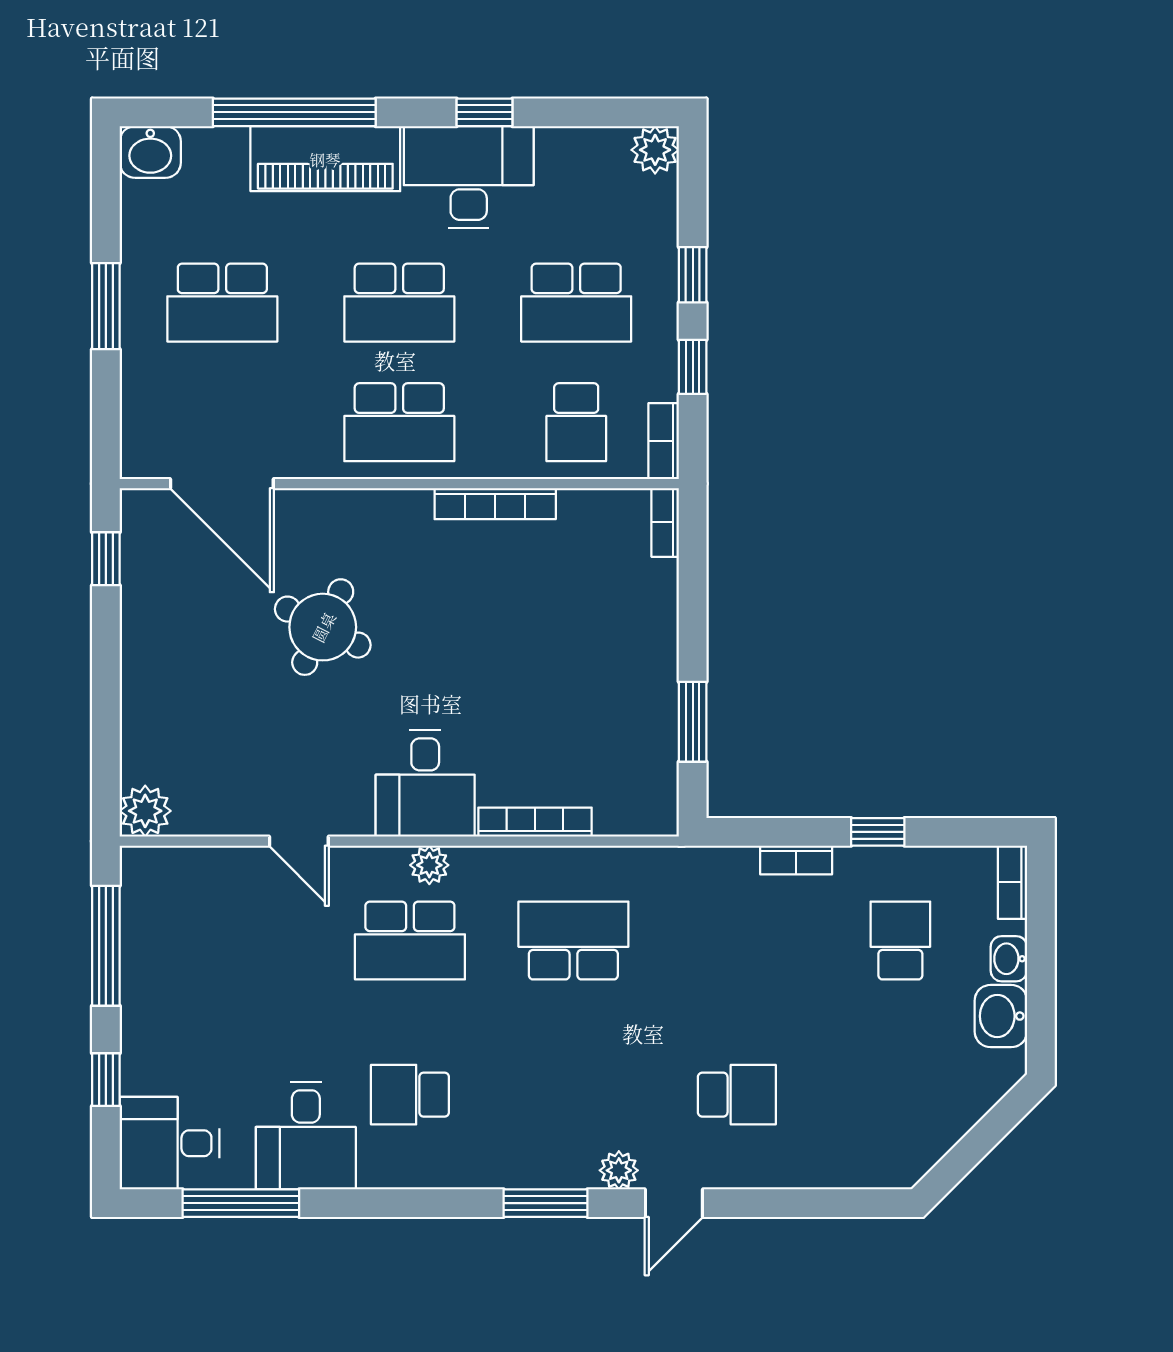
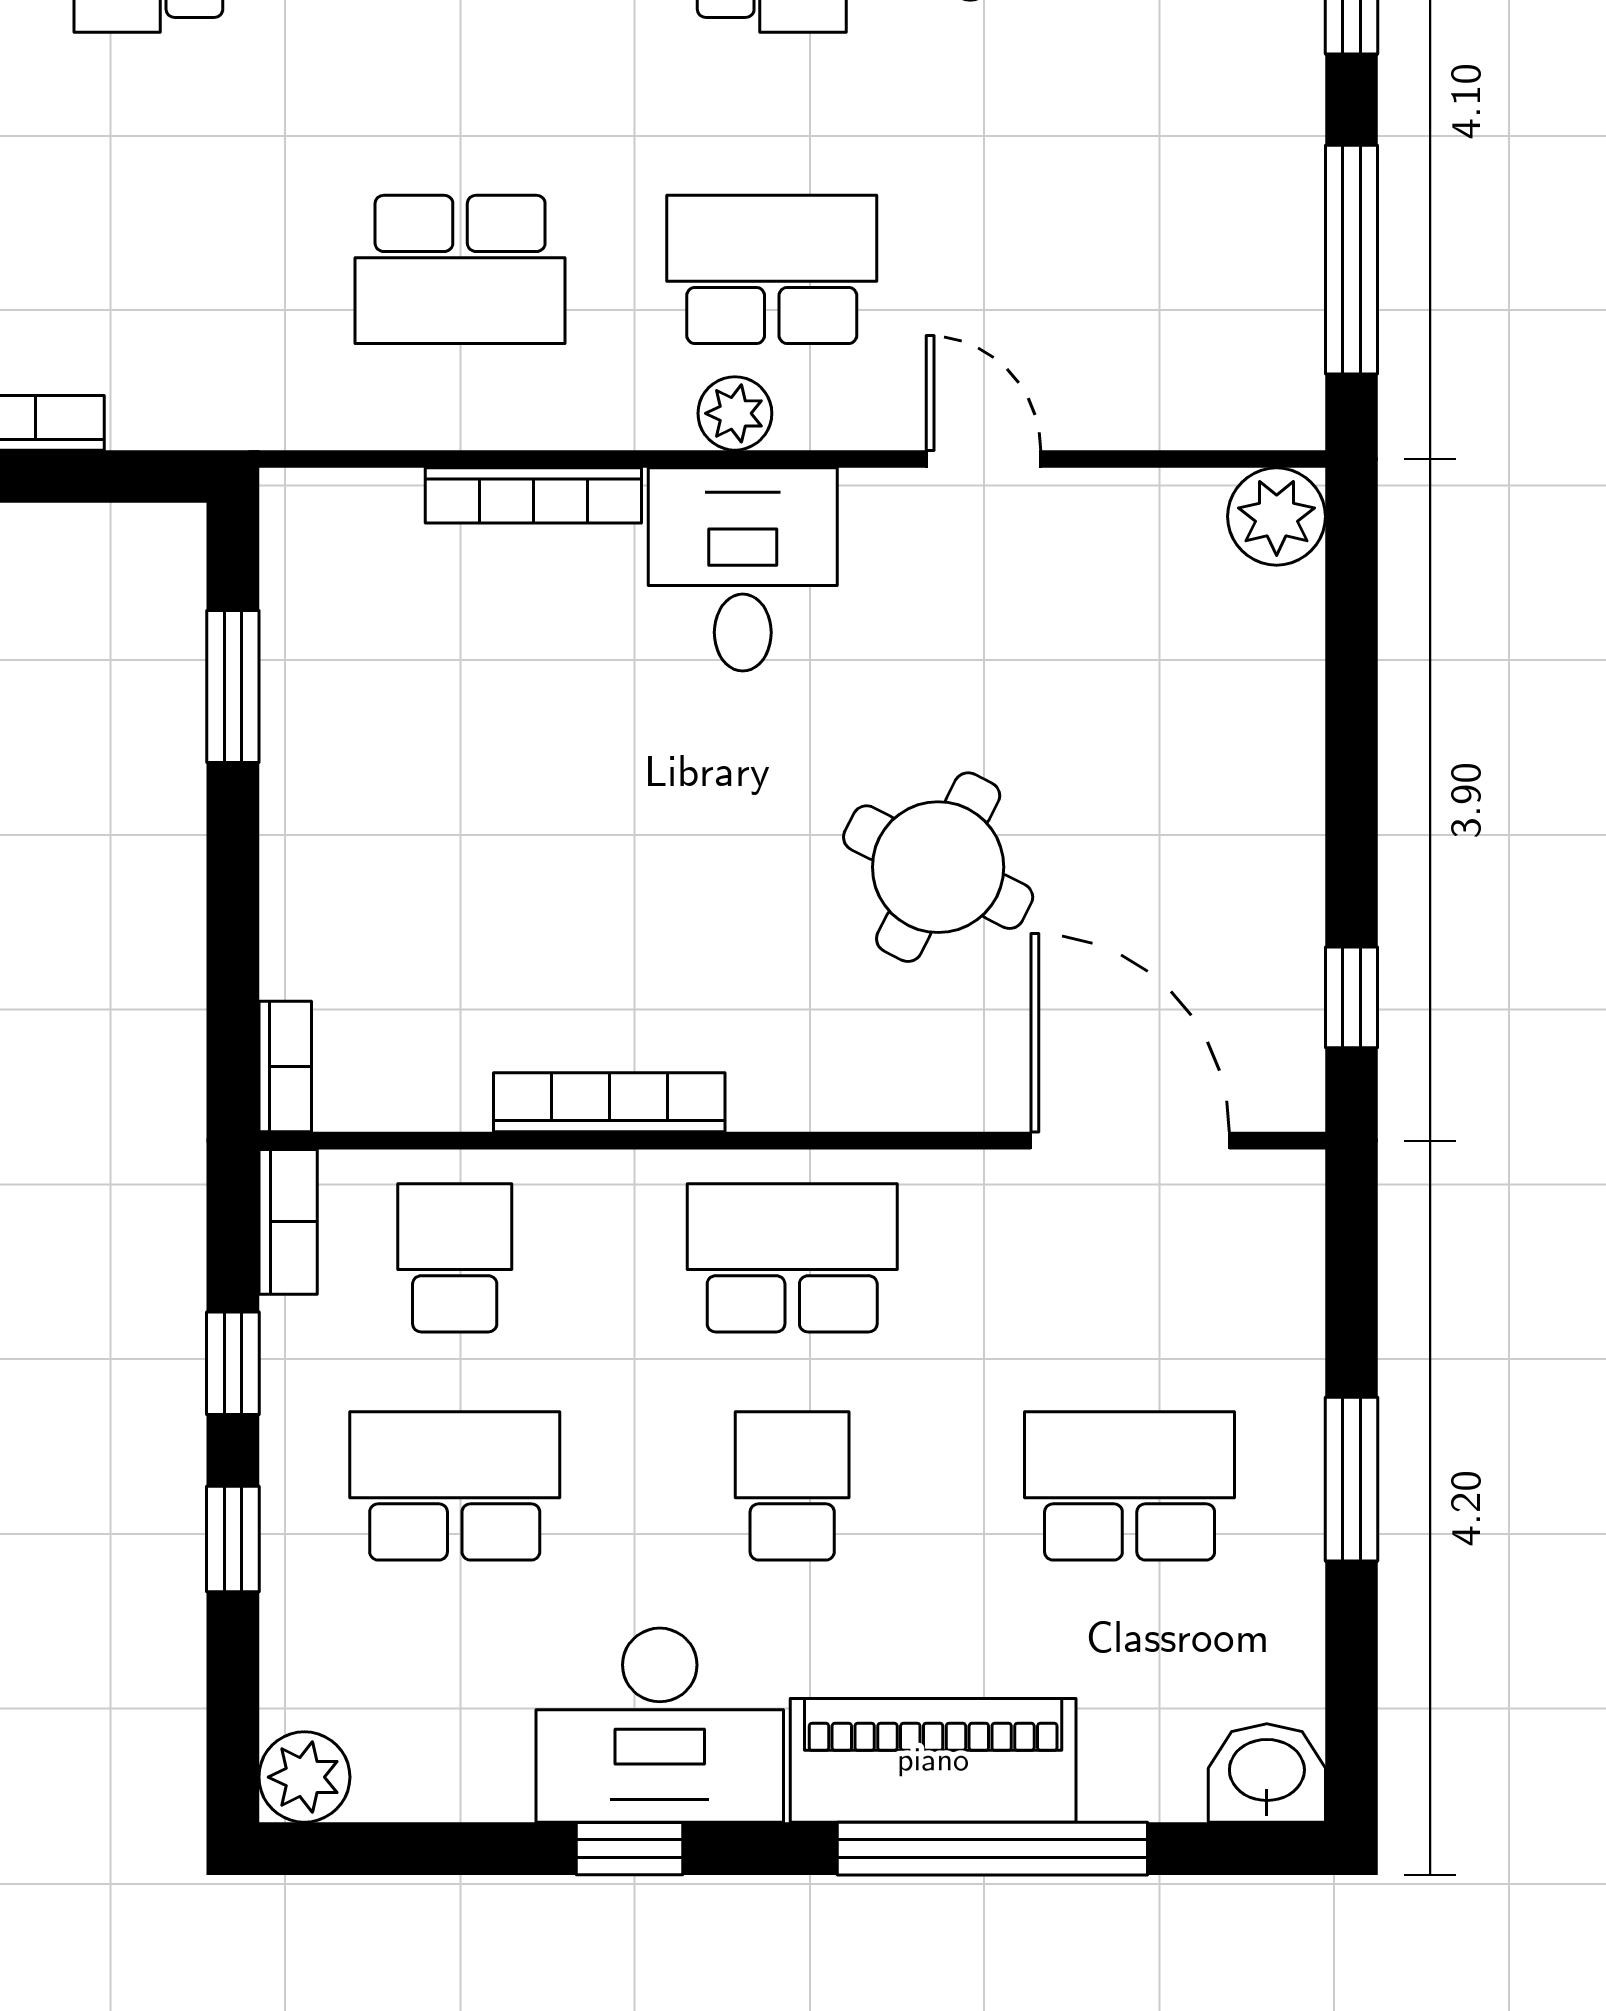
school desk: (399, 303) -> (792, 1486), width x0.54

